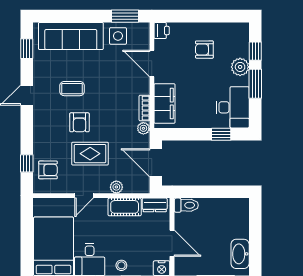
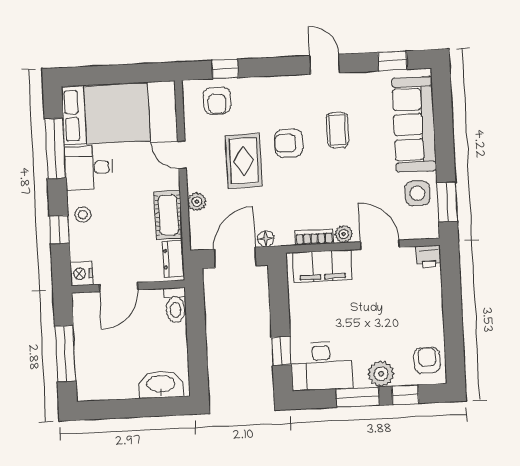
armchair: (204, 50) -> (427, 360), moved
door: (152, 64) -> (380, 245), hinge flipped
plant: (143, 128) -> (344, 234), moved
floor lamp: (144, 141) -> (266, 239), added
washbasin: (240, 254) -> (161, 384), moved

